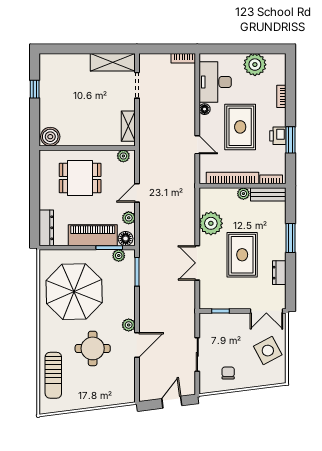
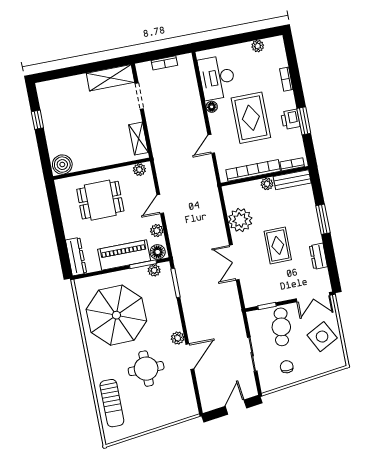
bookcase: (183, 58) -> (164, 63), moved
plant: (255, 65) -> (258, 46), width x0.53, depth x0.53
door: (197, 145) -> (211, 144), swing flipped
rug: (242, 255) -> (278, 245), width x0.73, depth x0.70
cafe table: (230, 334) -> (281, 327), added

